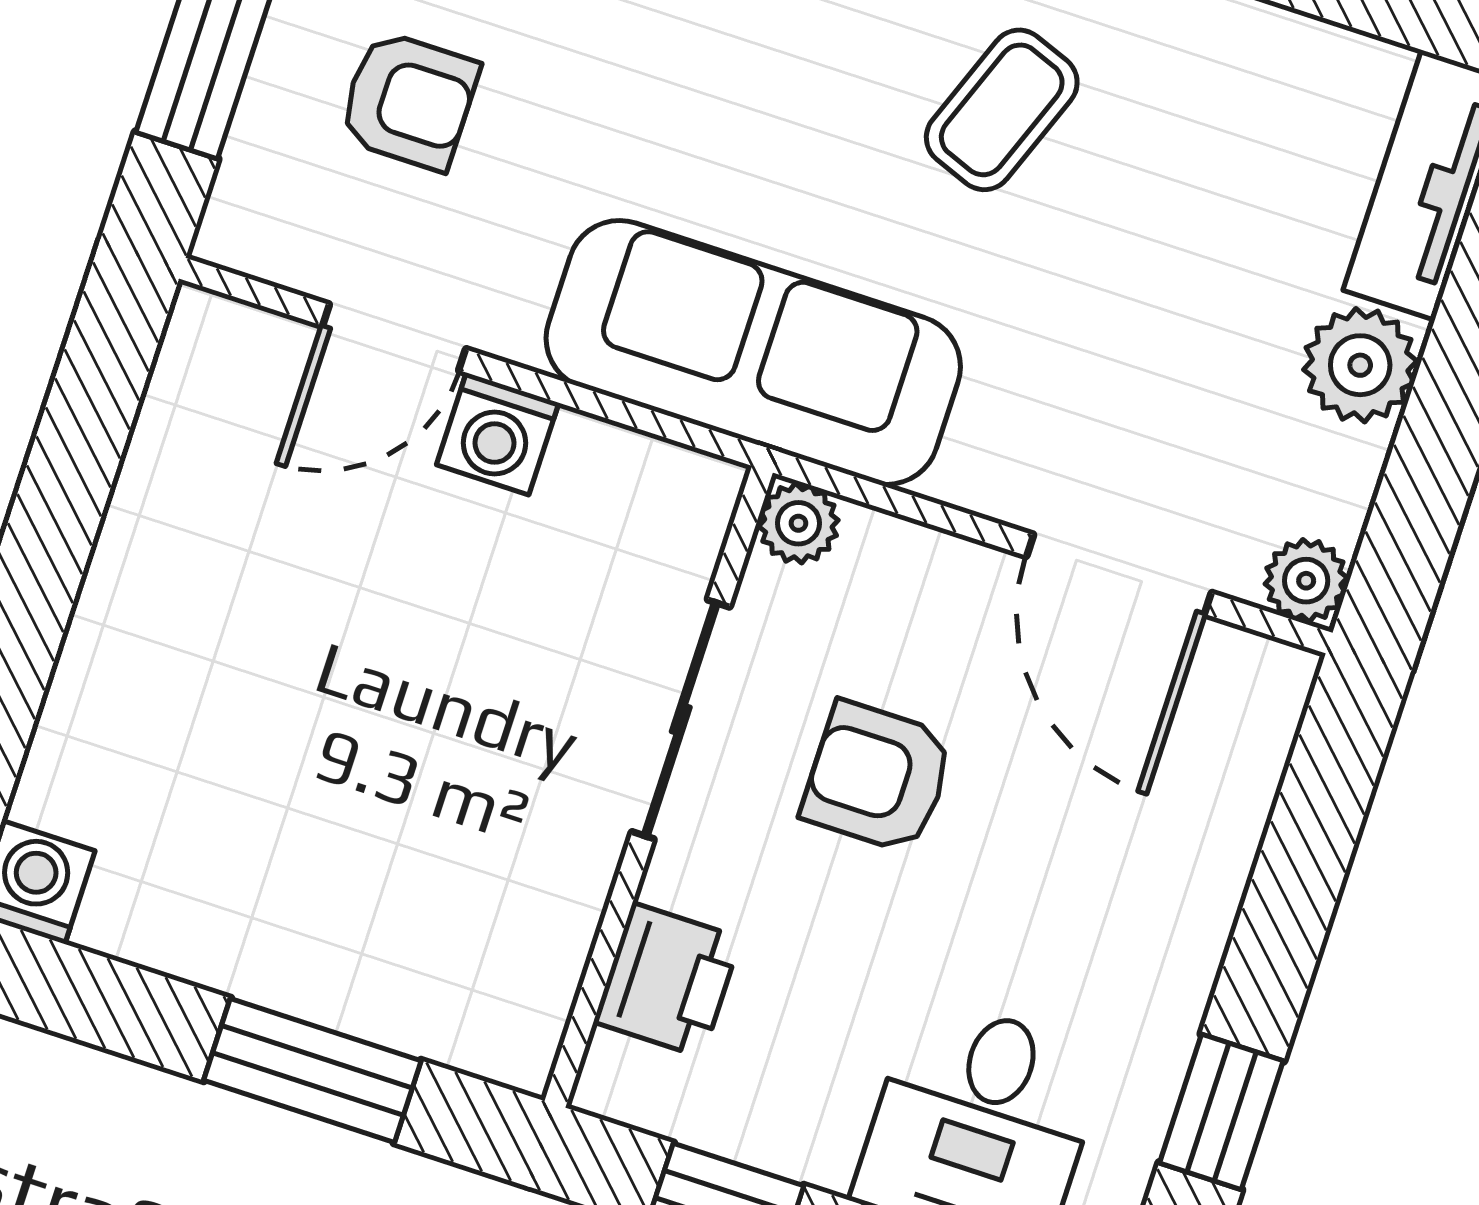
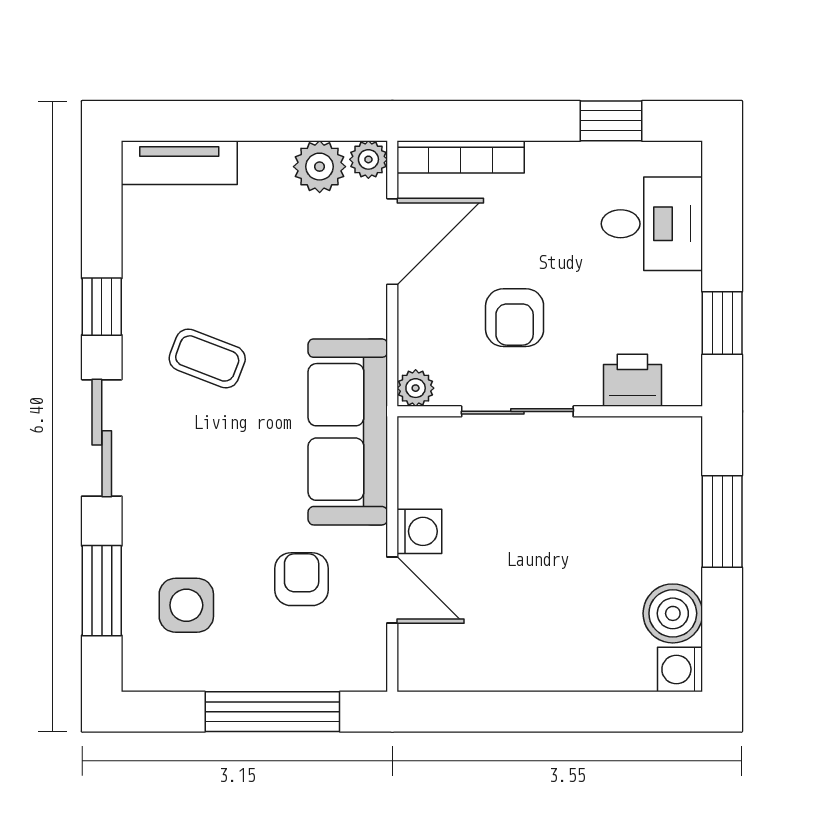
armchair: (409, 101) -> (302, 579), moved
plant: (1360, 365) -> (320, 167), moved
bookcase: (1249, 774) -> (461, 157), added
boiler: (155, 905) -> (673, 613), added

